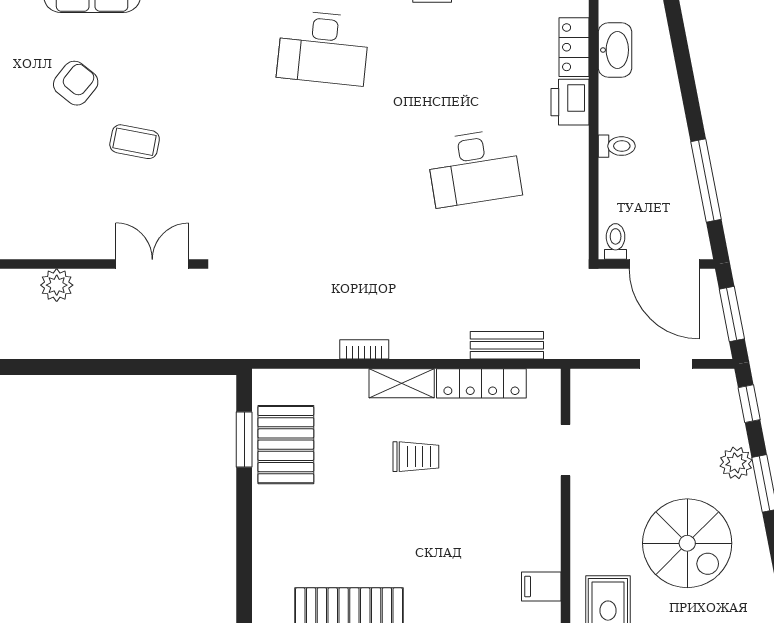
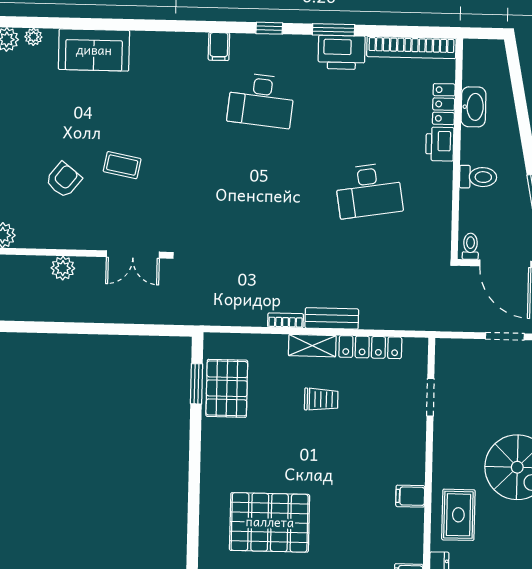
armchair: (76, 83) -> (64, 180), moved
toilet: (617, 146) -> (478, 177), width x1.37, depth x1.39
double door: (152, 264) -> (133, 254), swing flipped
bench: (507, 345) -> (332, 318), moved

